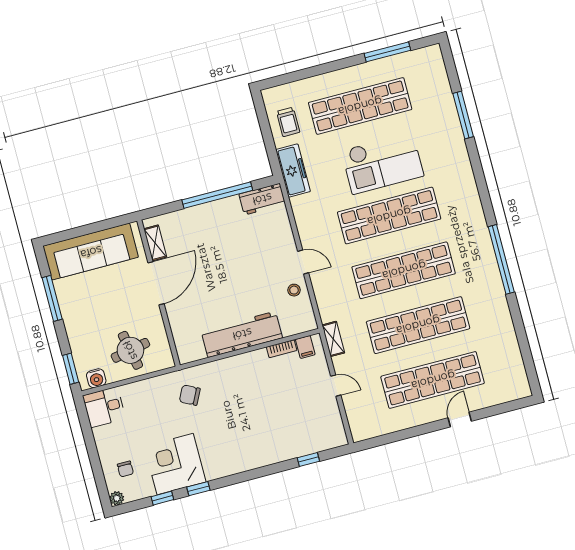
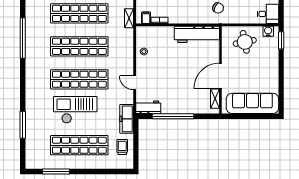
door: (303, 262) -> (135, 83), moved
window: (52, 298) -> (281, 83), removed
workbench: (242, 334) -> (197, 34), moved

